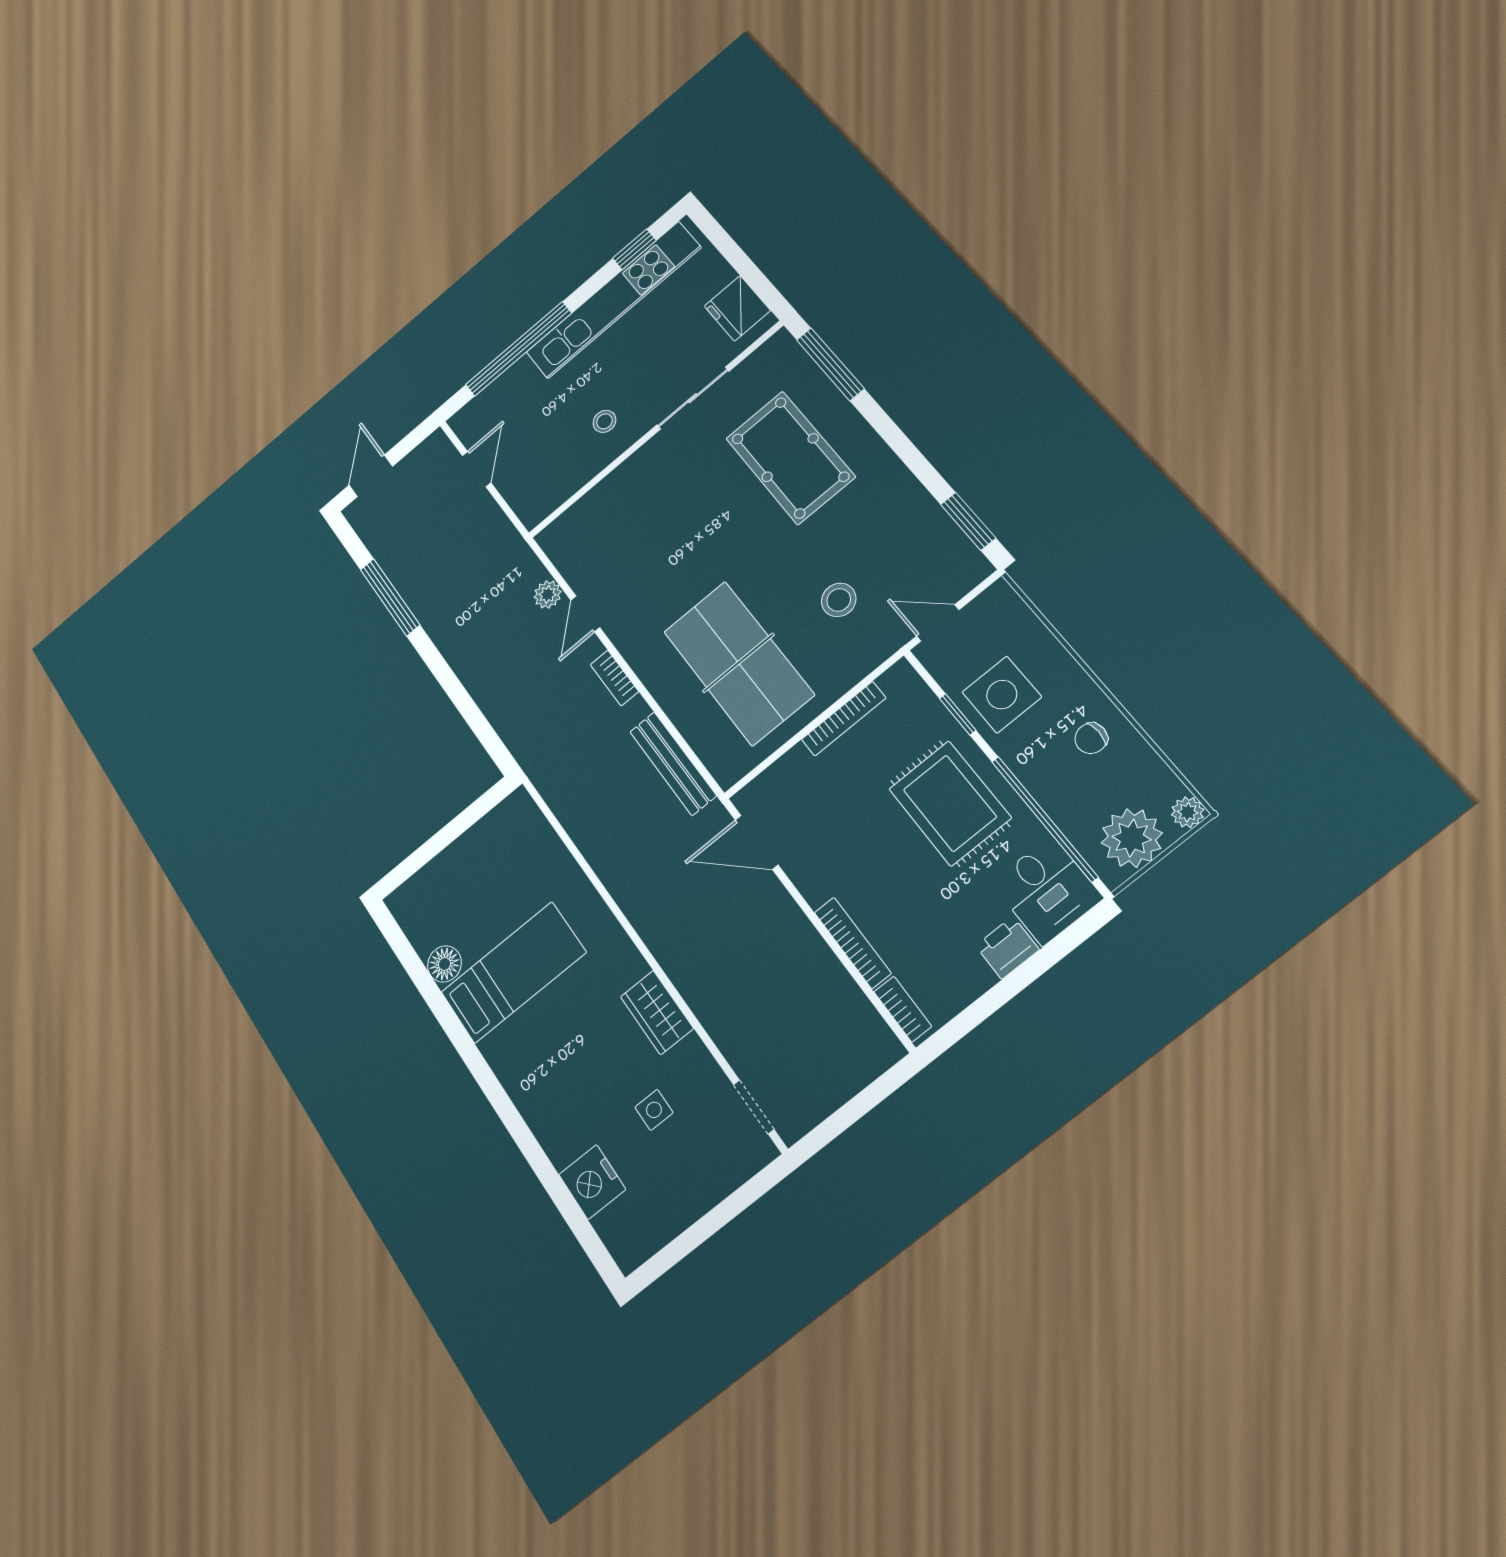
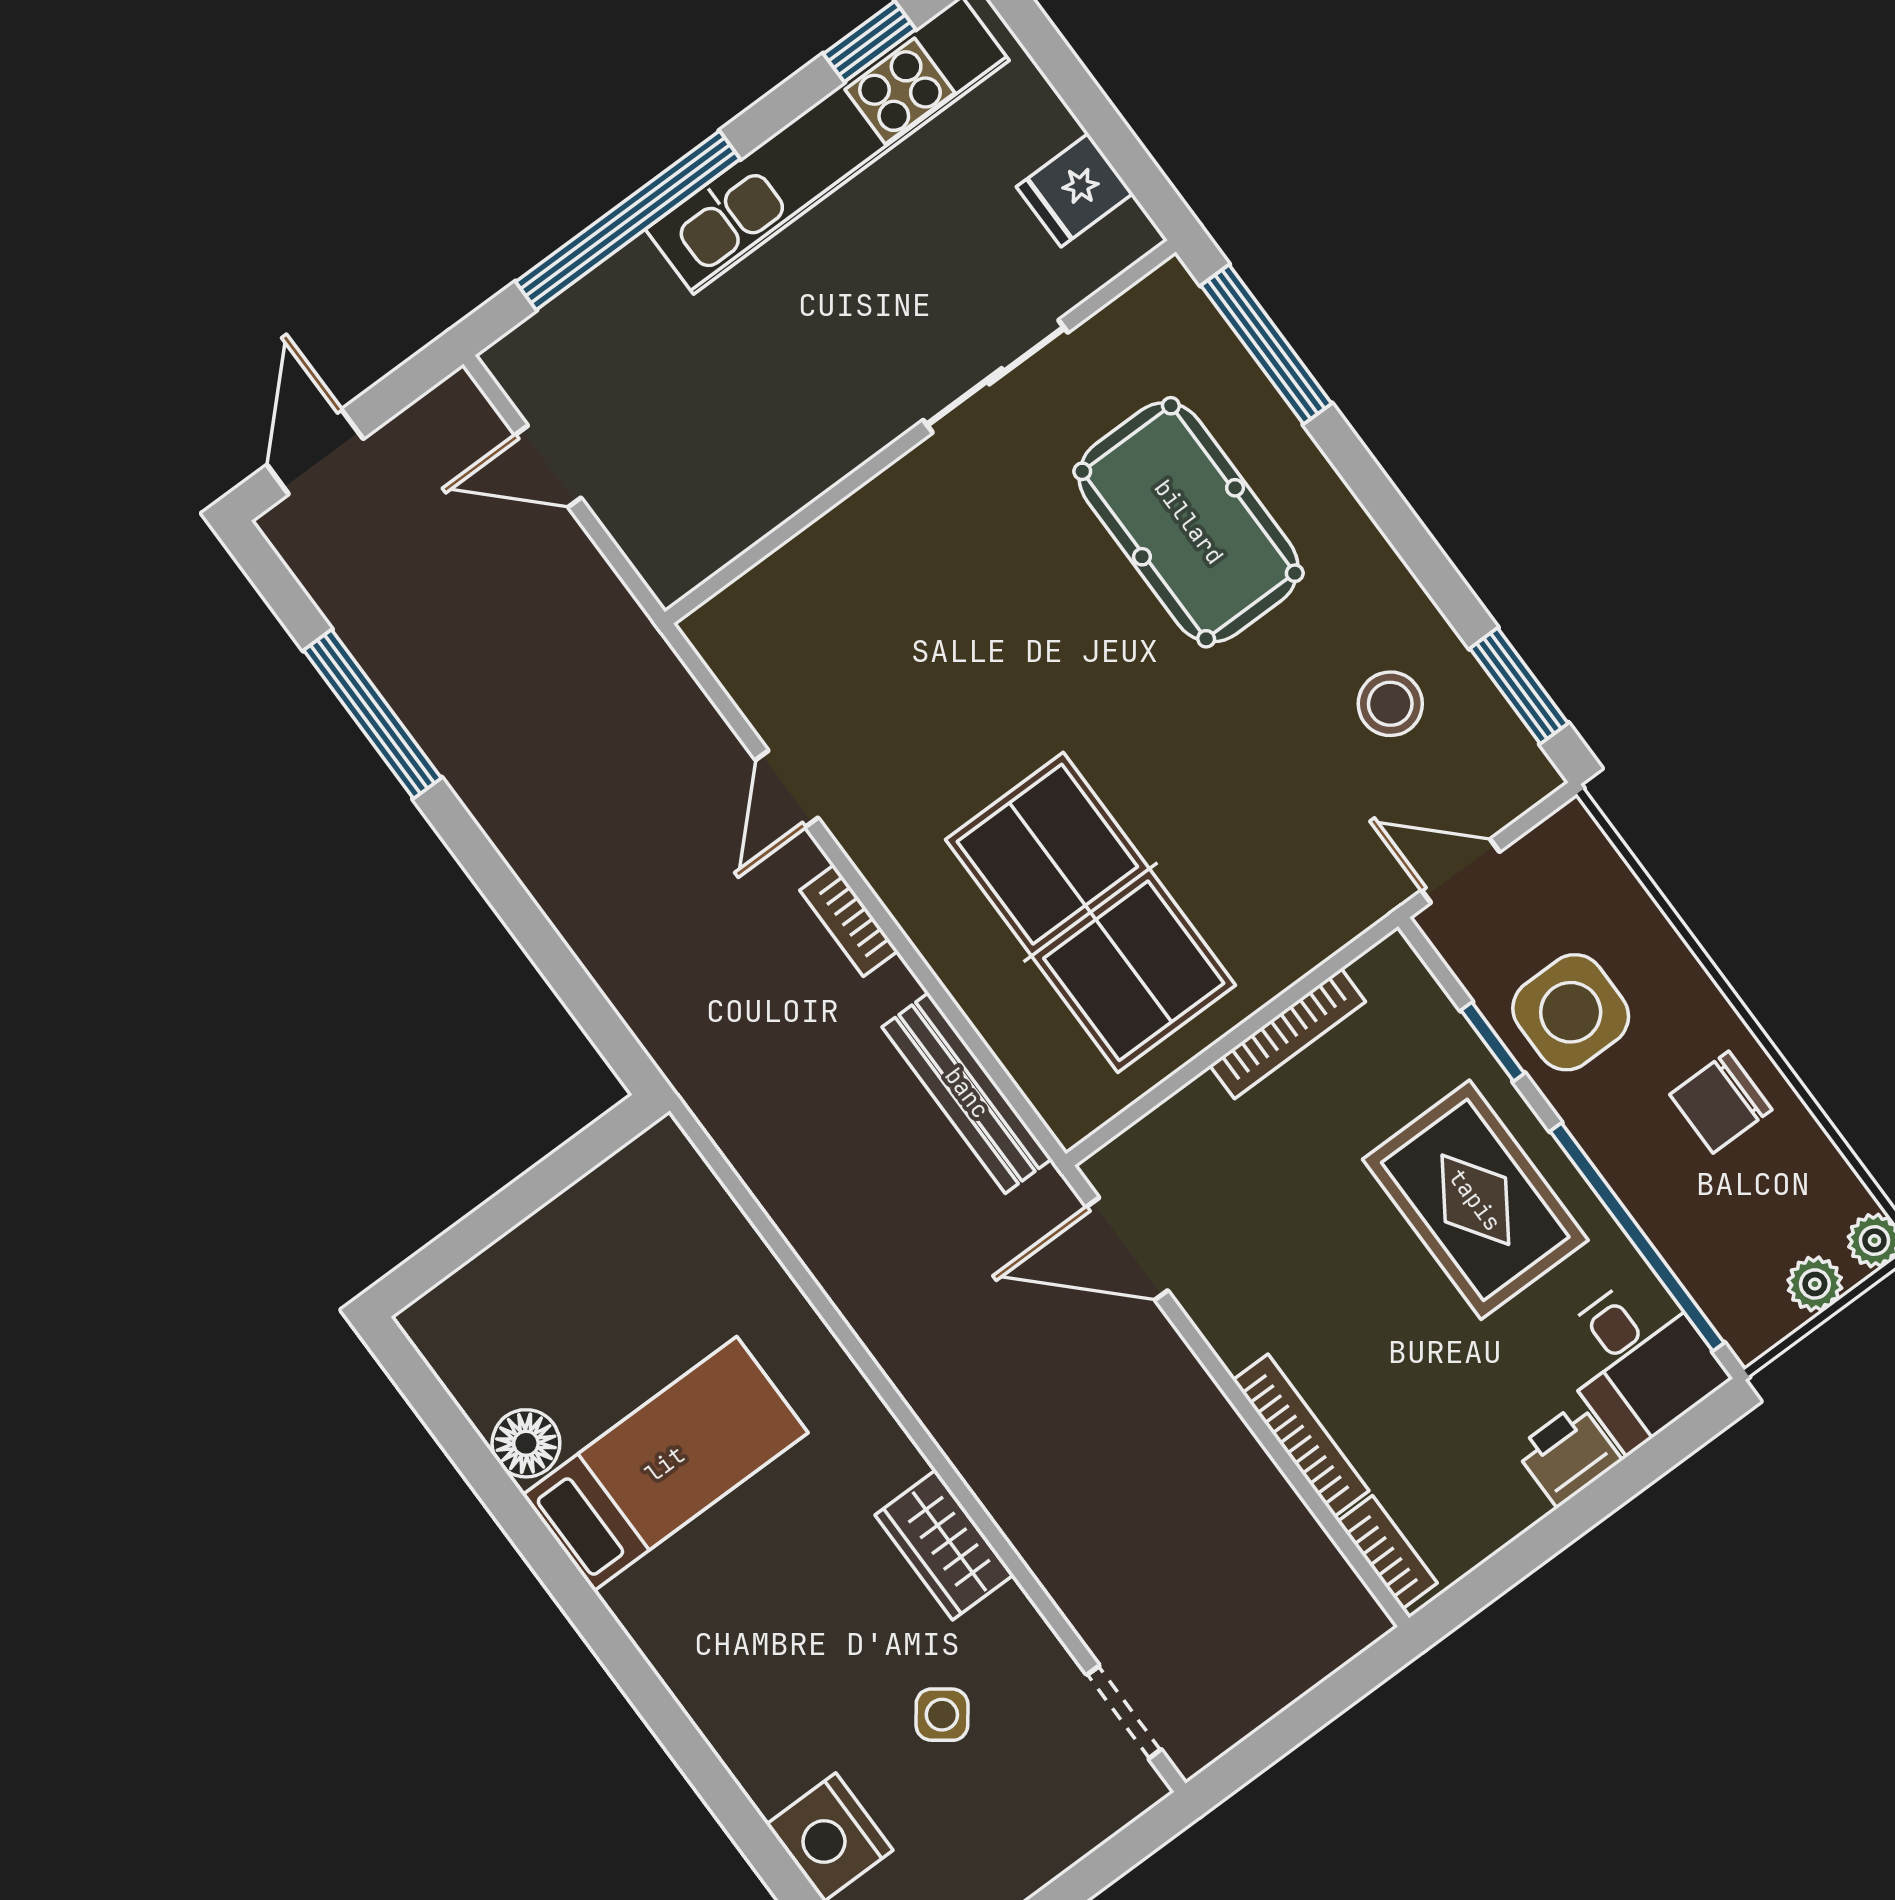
fridge: (737, 308) -> (1075, 190), width x0.72
stool: (605, 421) -> (816, 400), removed
door: (477, 469) -> (548, 466), swing flipped
plant: (548, 594) -> (708, 742), removed
stool: (839, 600) -> (1390, 704), moved
chair: (1091, 738) -> (1721, 1102), width x1.37, depth x1.37
plant: (1132, 838) -> (1815, 1284), width x0.53, depth x0.53
side table: (654, 1110) -> (942, 1715), turned 37

